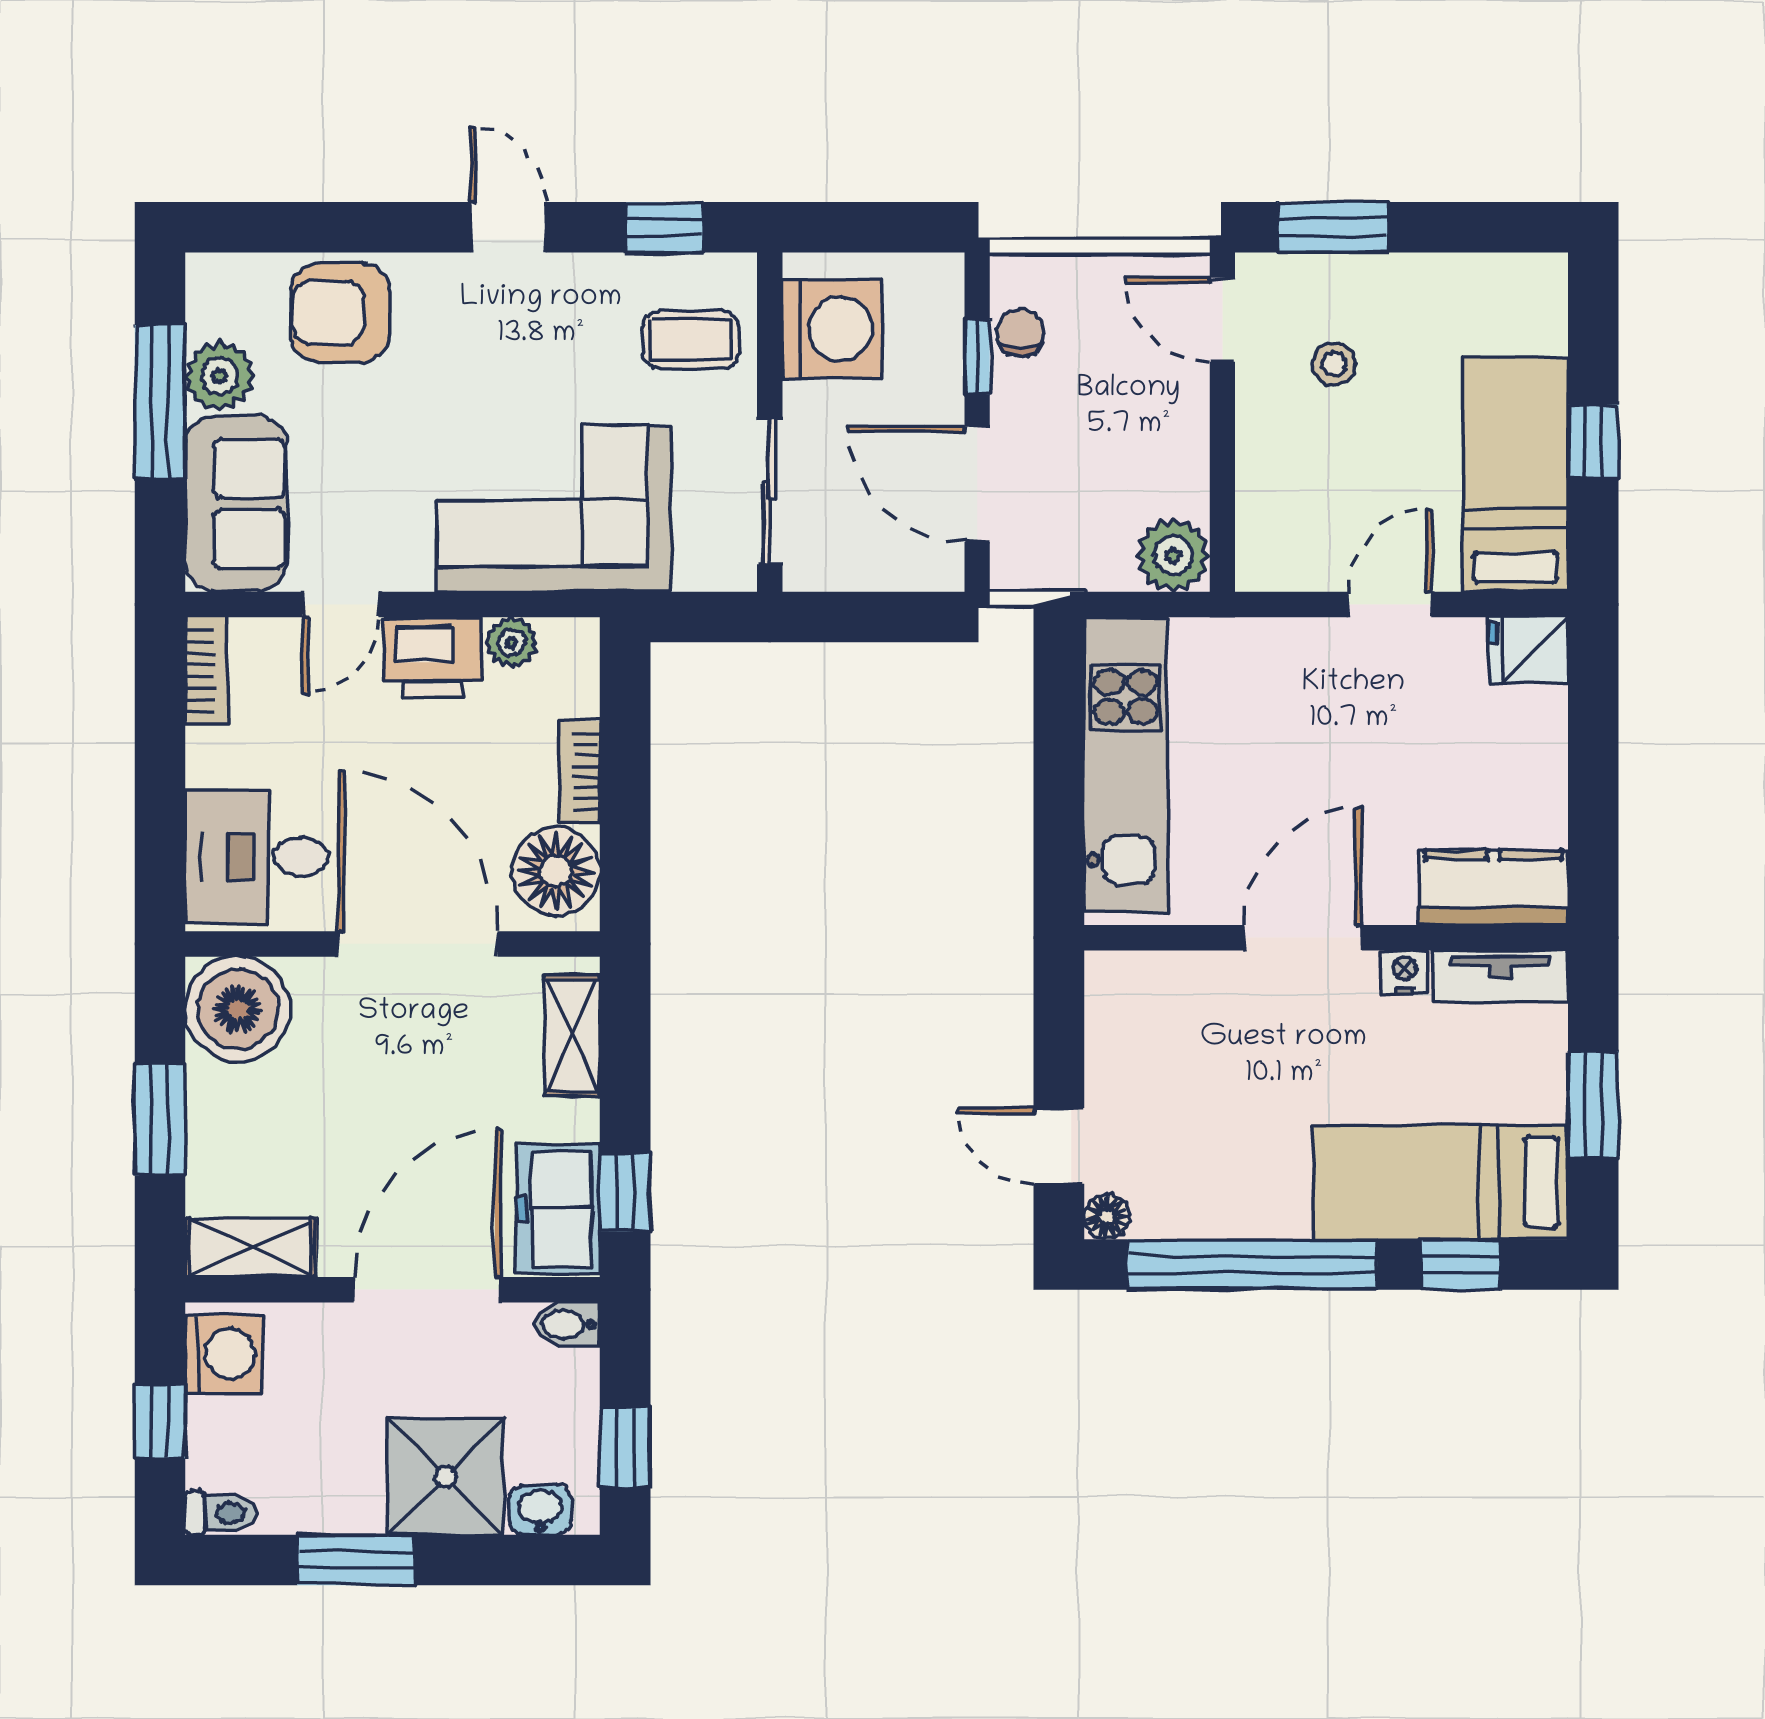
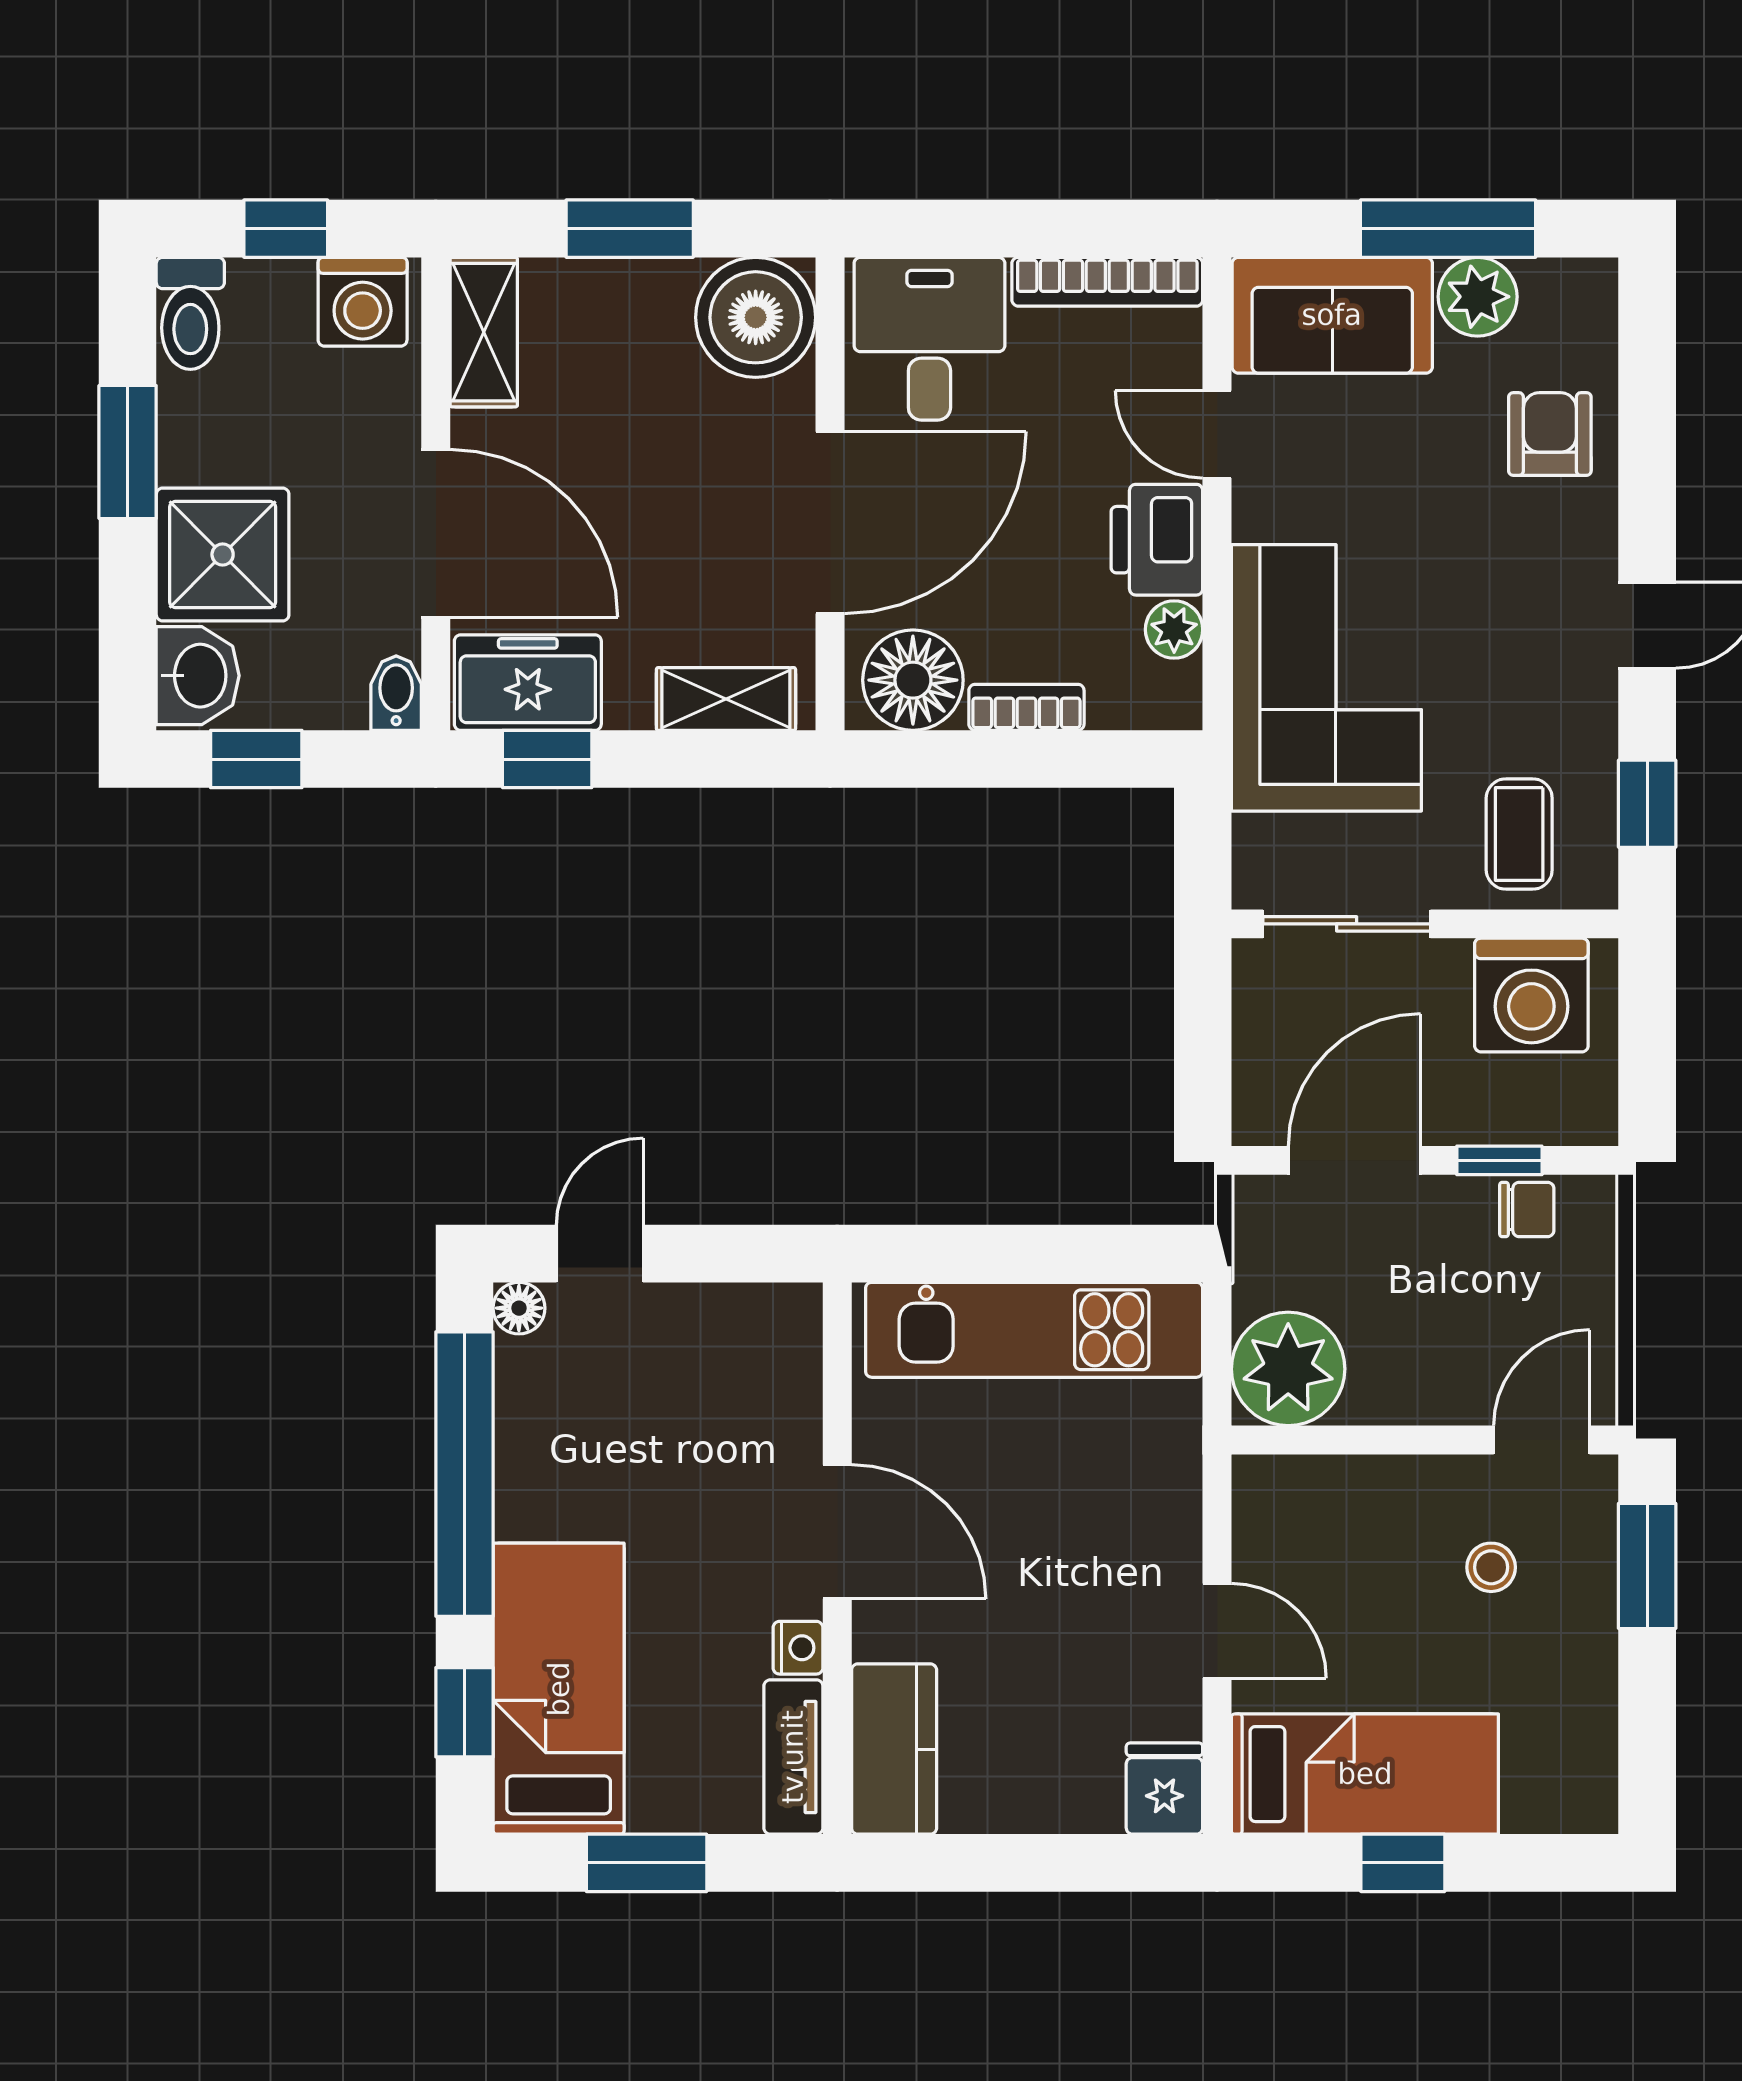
armchair: (340, 313) -> (1550, 434), width x0.72, depth x0.72
plant: (1173, 555) -> (1288, 1369), width x1.36, depth x1.36
bookcase: (206, 671) -> (1107, 282), width x1.56
washbasin: (540, 1510) -> (198, 676), width x1.38, depth x1.45
toilet: (221, 1513) -> (190, 313), width x1.37, depth x1.39

